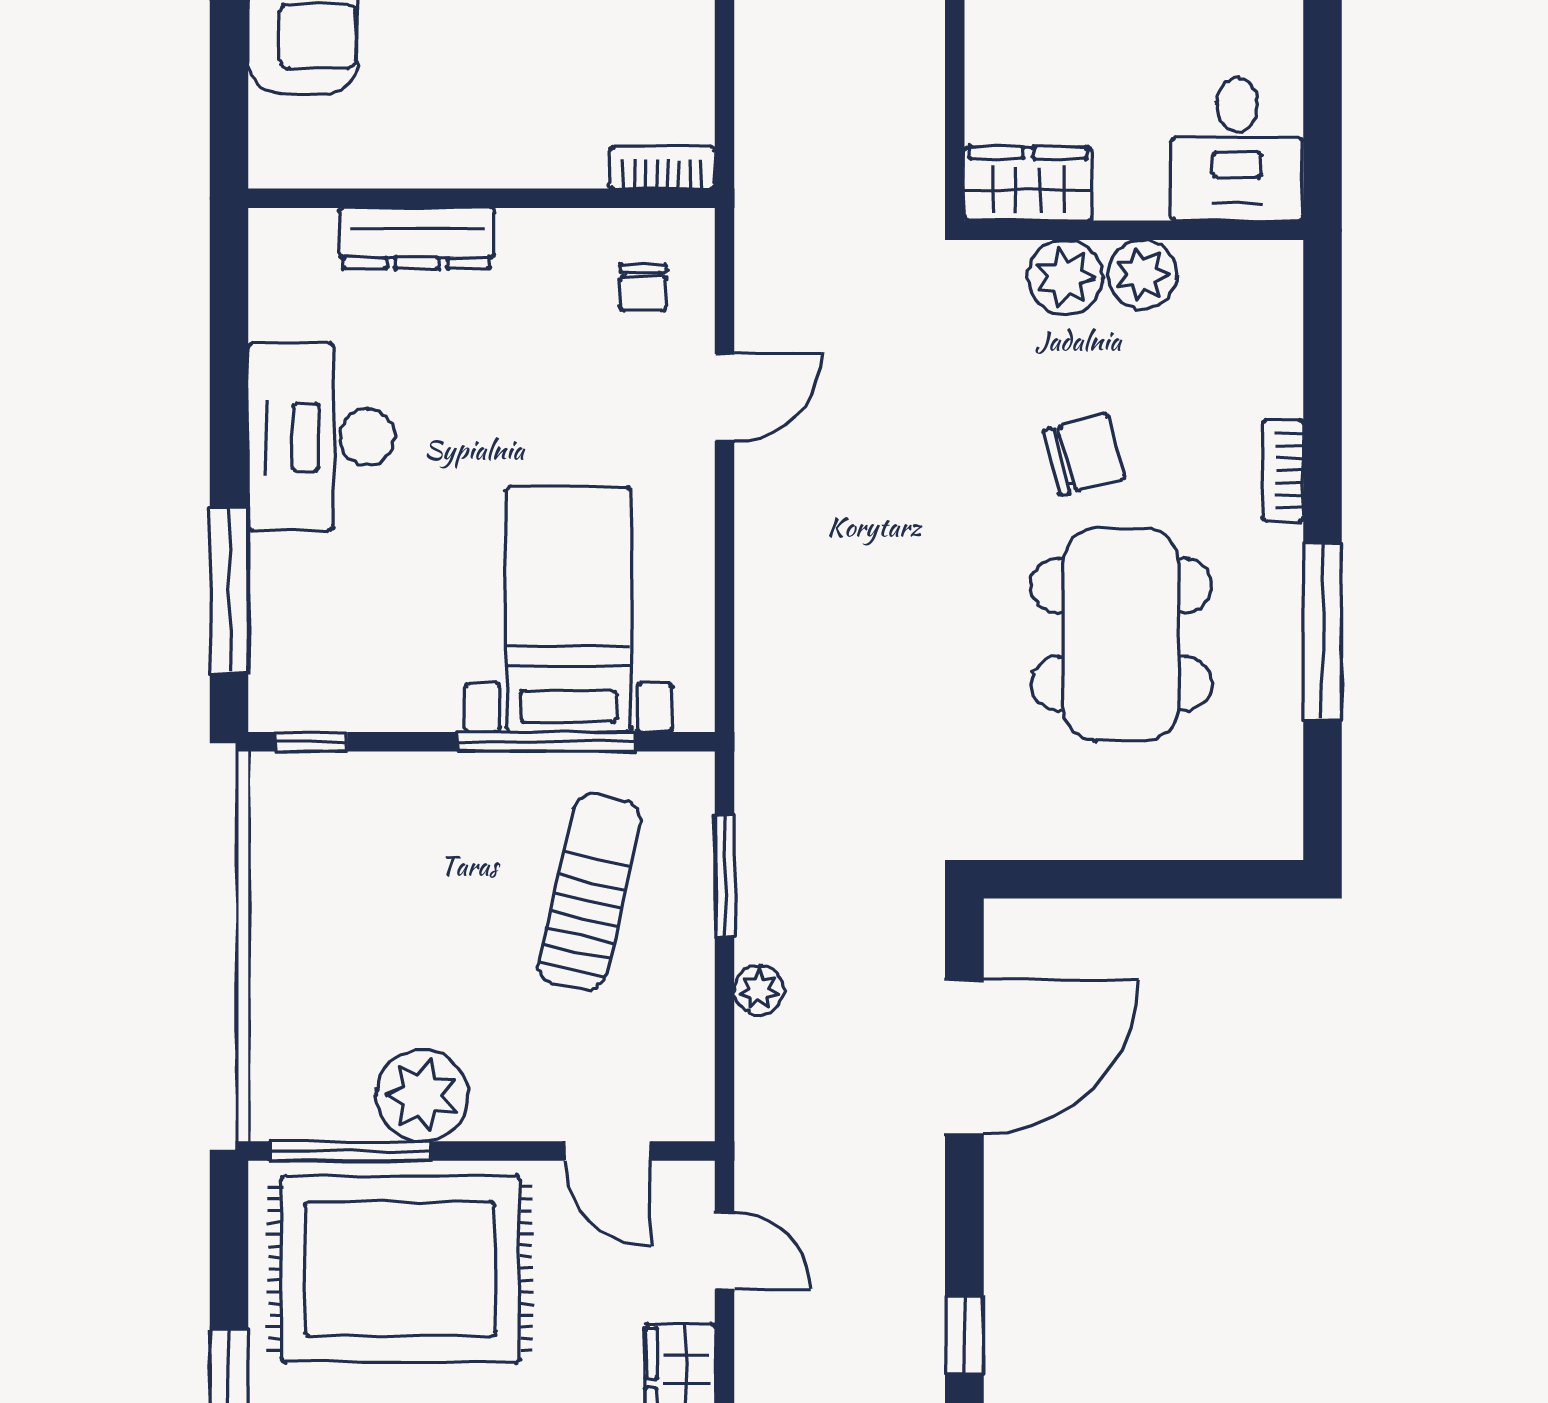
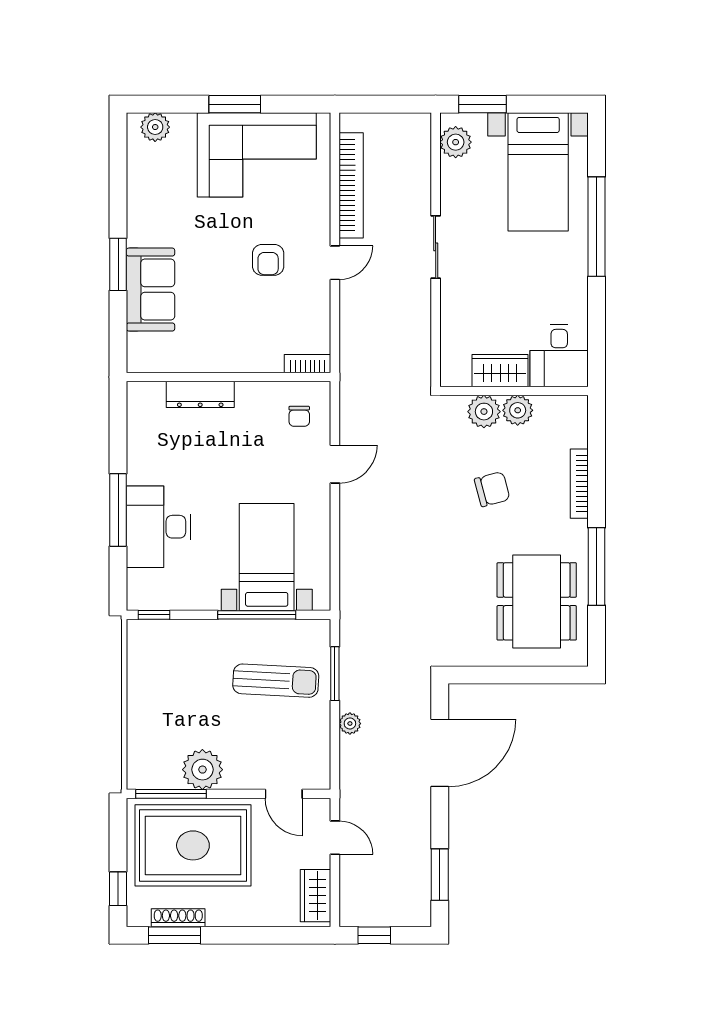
wardrobe: (1028, 184) -> (500, 371), moved
desk: (322, 437) -> (159, 527), moved
bookcase: (1283, 471) -> (579, 484), width x1.56
window: (229, 591) -> (118, 510), moved
dining table: (1121, 634) -> (537, 601), moved
sun lounger: (589, 892) -> (276, 681), turned 80
window: (964, 1335) -> (440, 875), width x1.50

